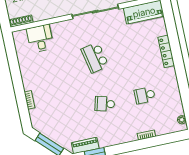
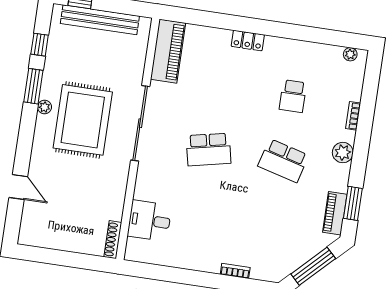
locker: (166, 51) -> (248, 41), width x0.66
school desk: (105, 104) -> (283, 161), width x1.85
plant: (123, 137) -> (343, 153), added

